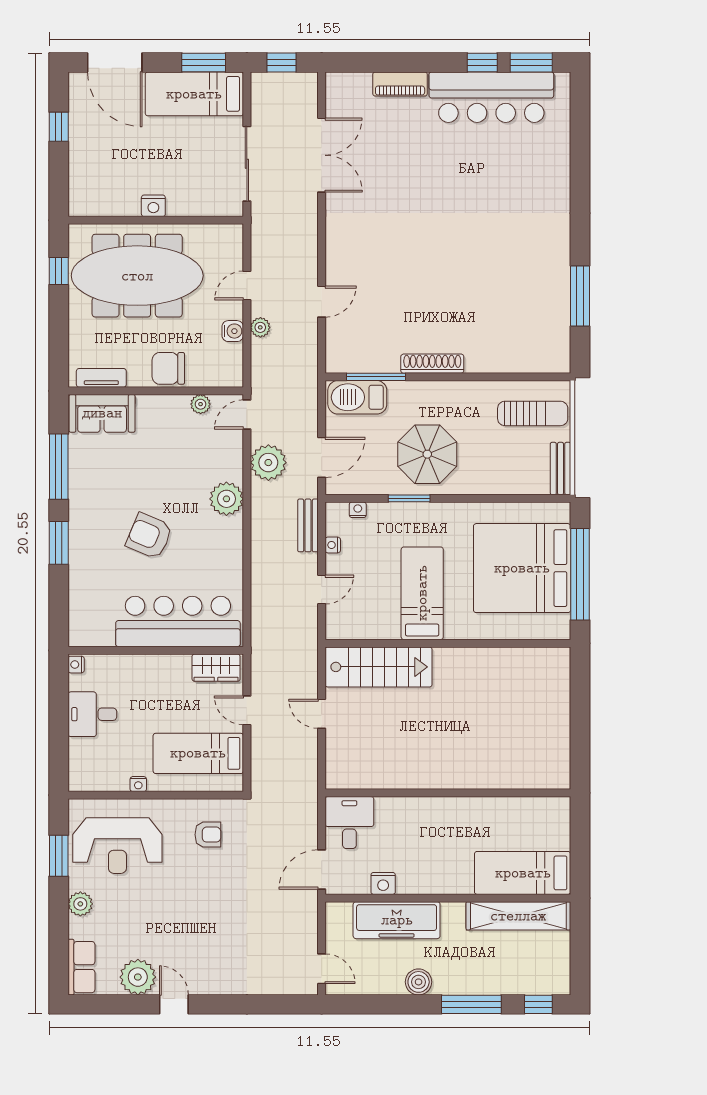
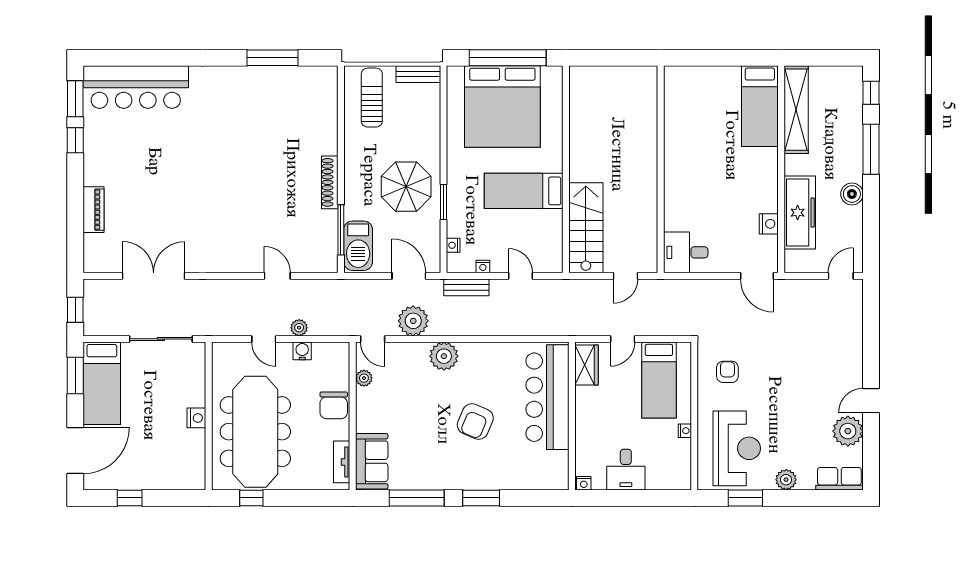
bar counter: (491, 97) -> (136, 87), moved, turned 90
wall: (448, 793) -> (661, 169), moved
desk: (349, 823) -> (686, 252), moved

